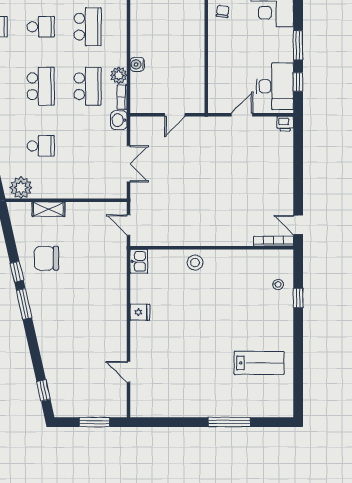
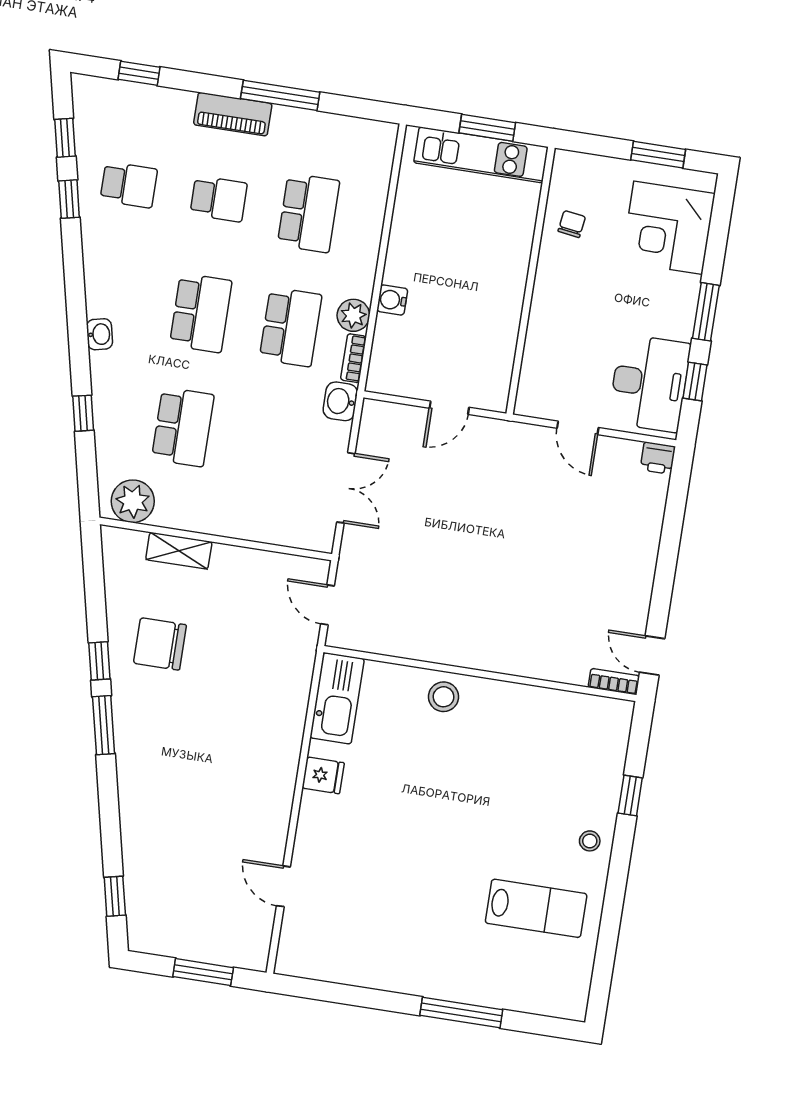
door: (242, 115) -> (578, 428), swing flipped
school desk: (41, 146) -> (183, 427), width x1.85
bookcase: (273, 241) -> (614, 682), width x0.64
kitchen sink: (139, 261) -> (337, 698), width x1.88, depth x1.24
stool: (278, 285) -> (590, 841), moved

